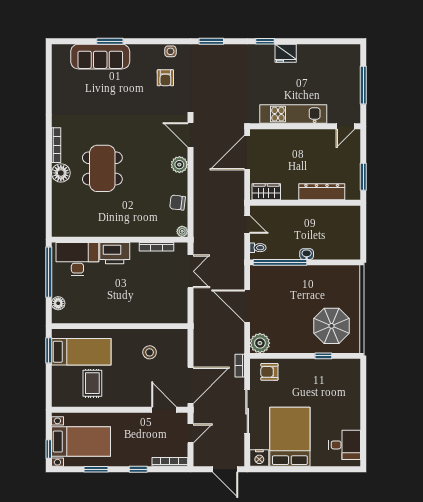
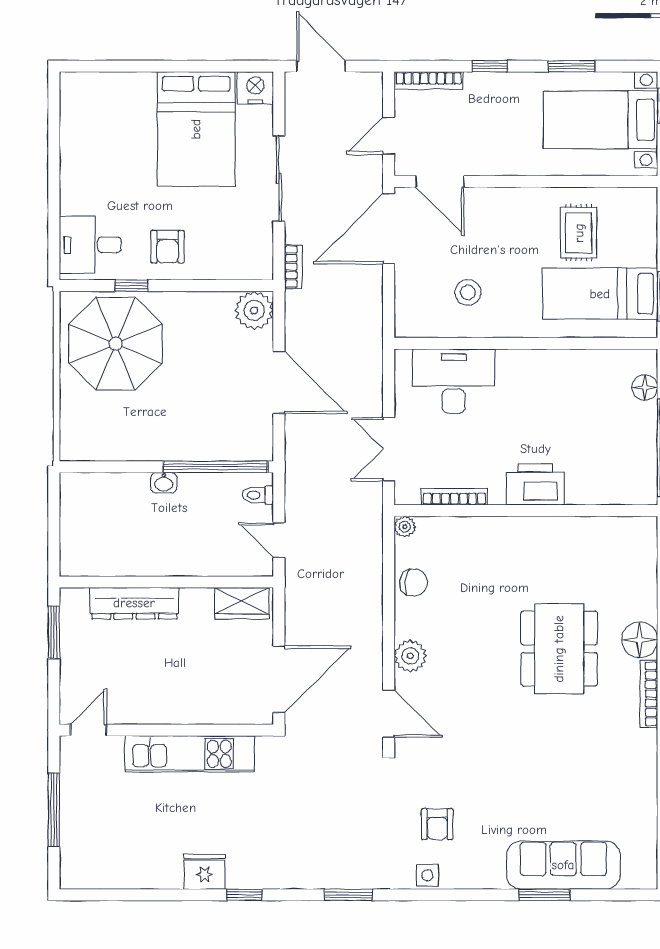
armchair: (165, 78) -> (437, 824), turned 180
desk: (77, 259) -> (454, 381), moved, turned 180
parasol: (332, 326) -> (116, 344), width x1.36, depth x1.36
armchair: (269, 372) -> (168, 247), moved, turned 90
desk: (345, 445) -> (90, 245), moved

